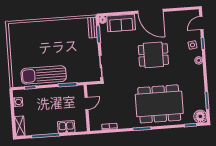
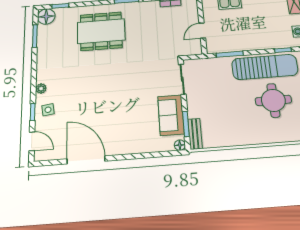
door: (150, 11) -> (86, 160), moved
sofa: (121, 23) -> (171, 115), moved, turned -90
door: (201, 23) -> (32, 141), hinge flipped
round table: (39, 50) -> (273, 100), added
dining table: (153, 55) -> (106, 95), removed
dining table: (159, 104) -> (101, 31), width x0.73, depth x0.80

